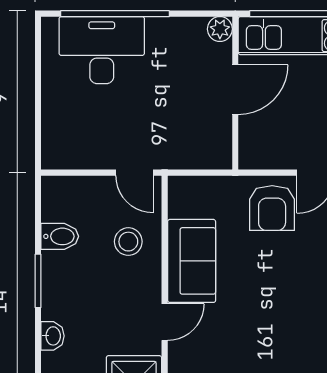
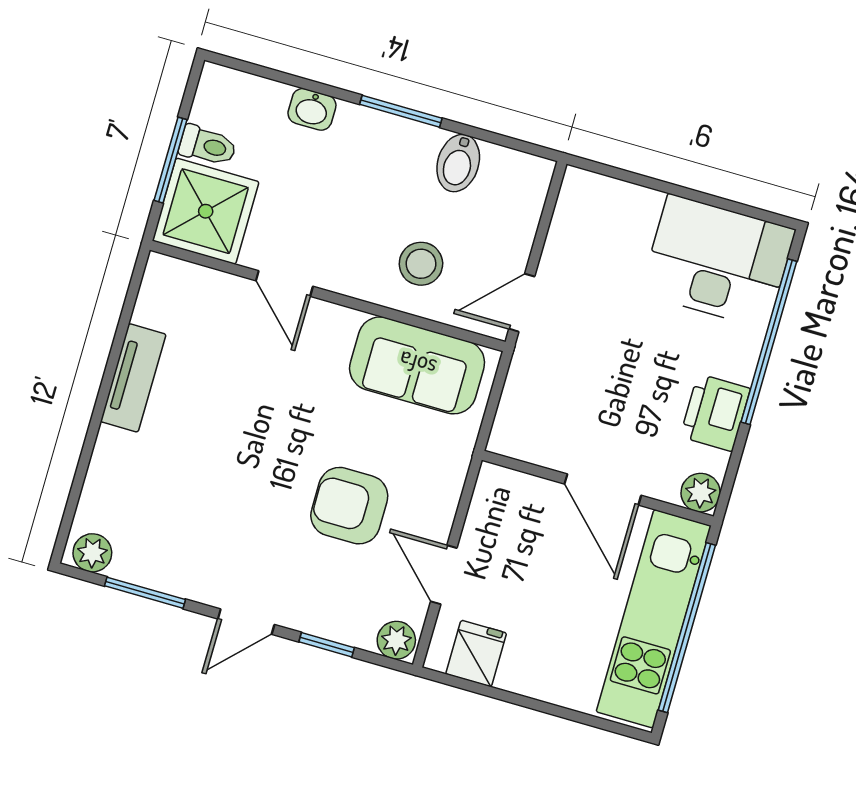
printer: (168, 34) -> (715, 413), added
desk: (102, 50) -> (718, 261), moved, turned -90
armchair: (272, 208) -> (349, 506), moved
sofa: (192, 261) -> (417, 365), moved

